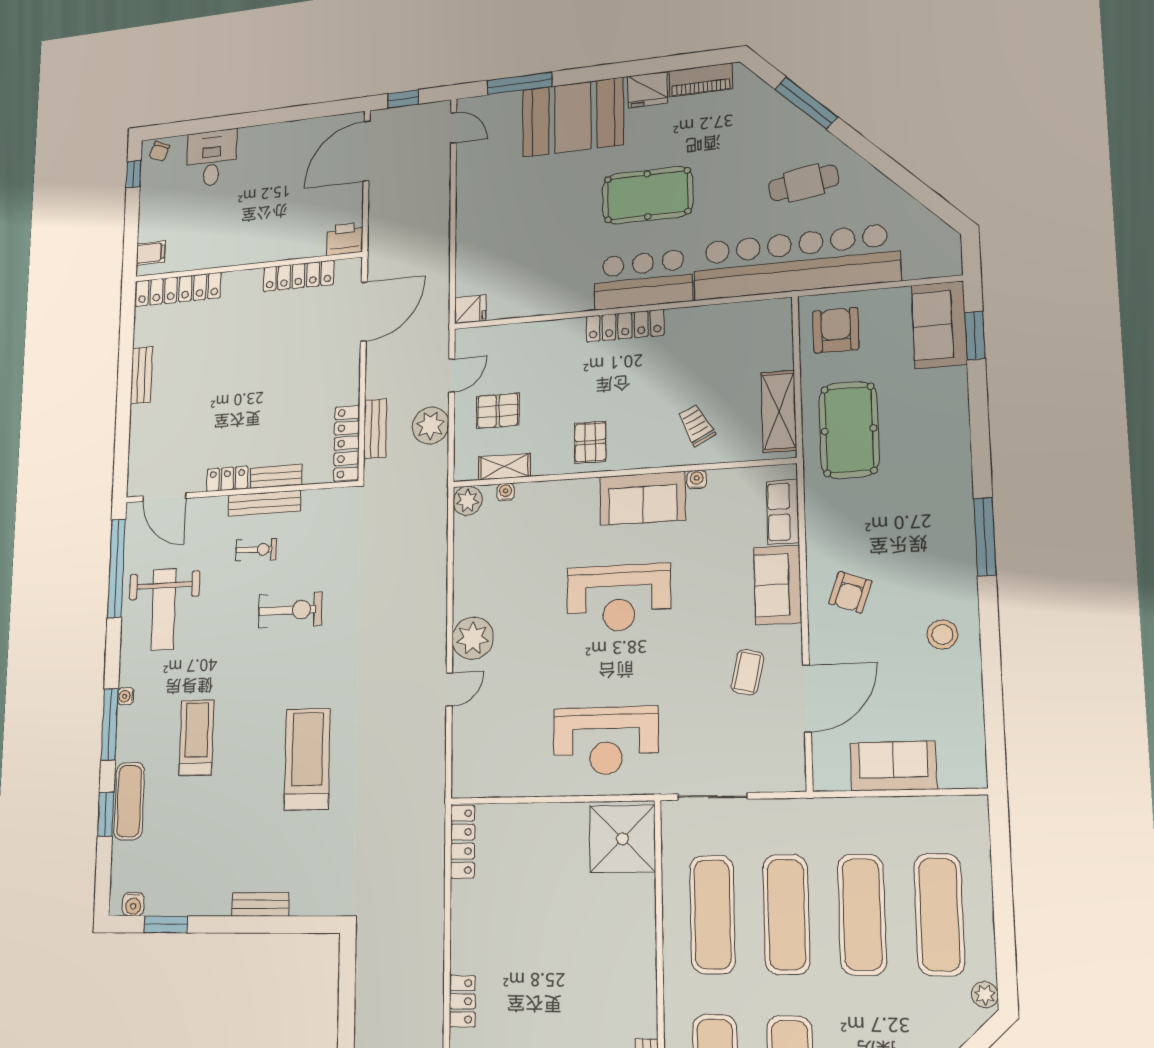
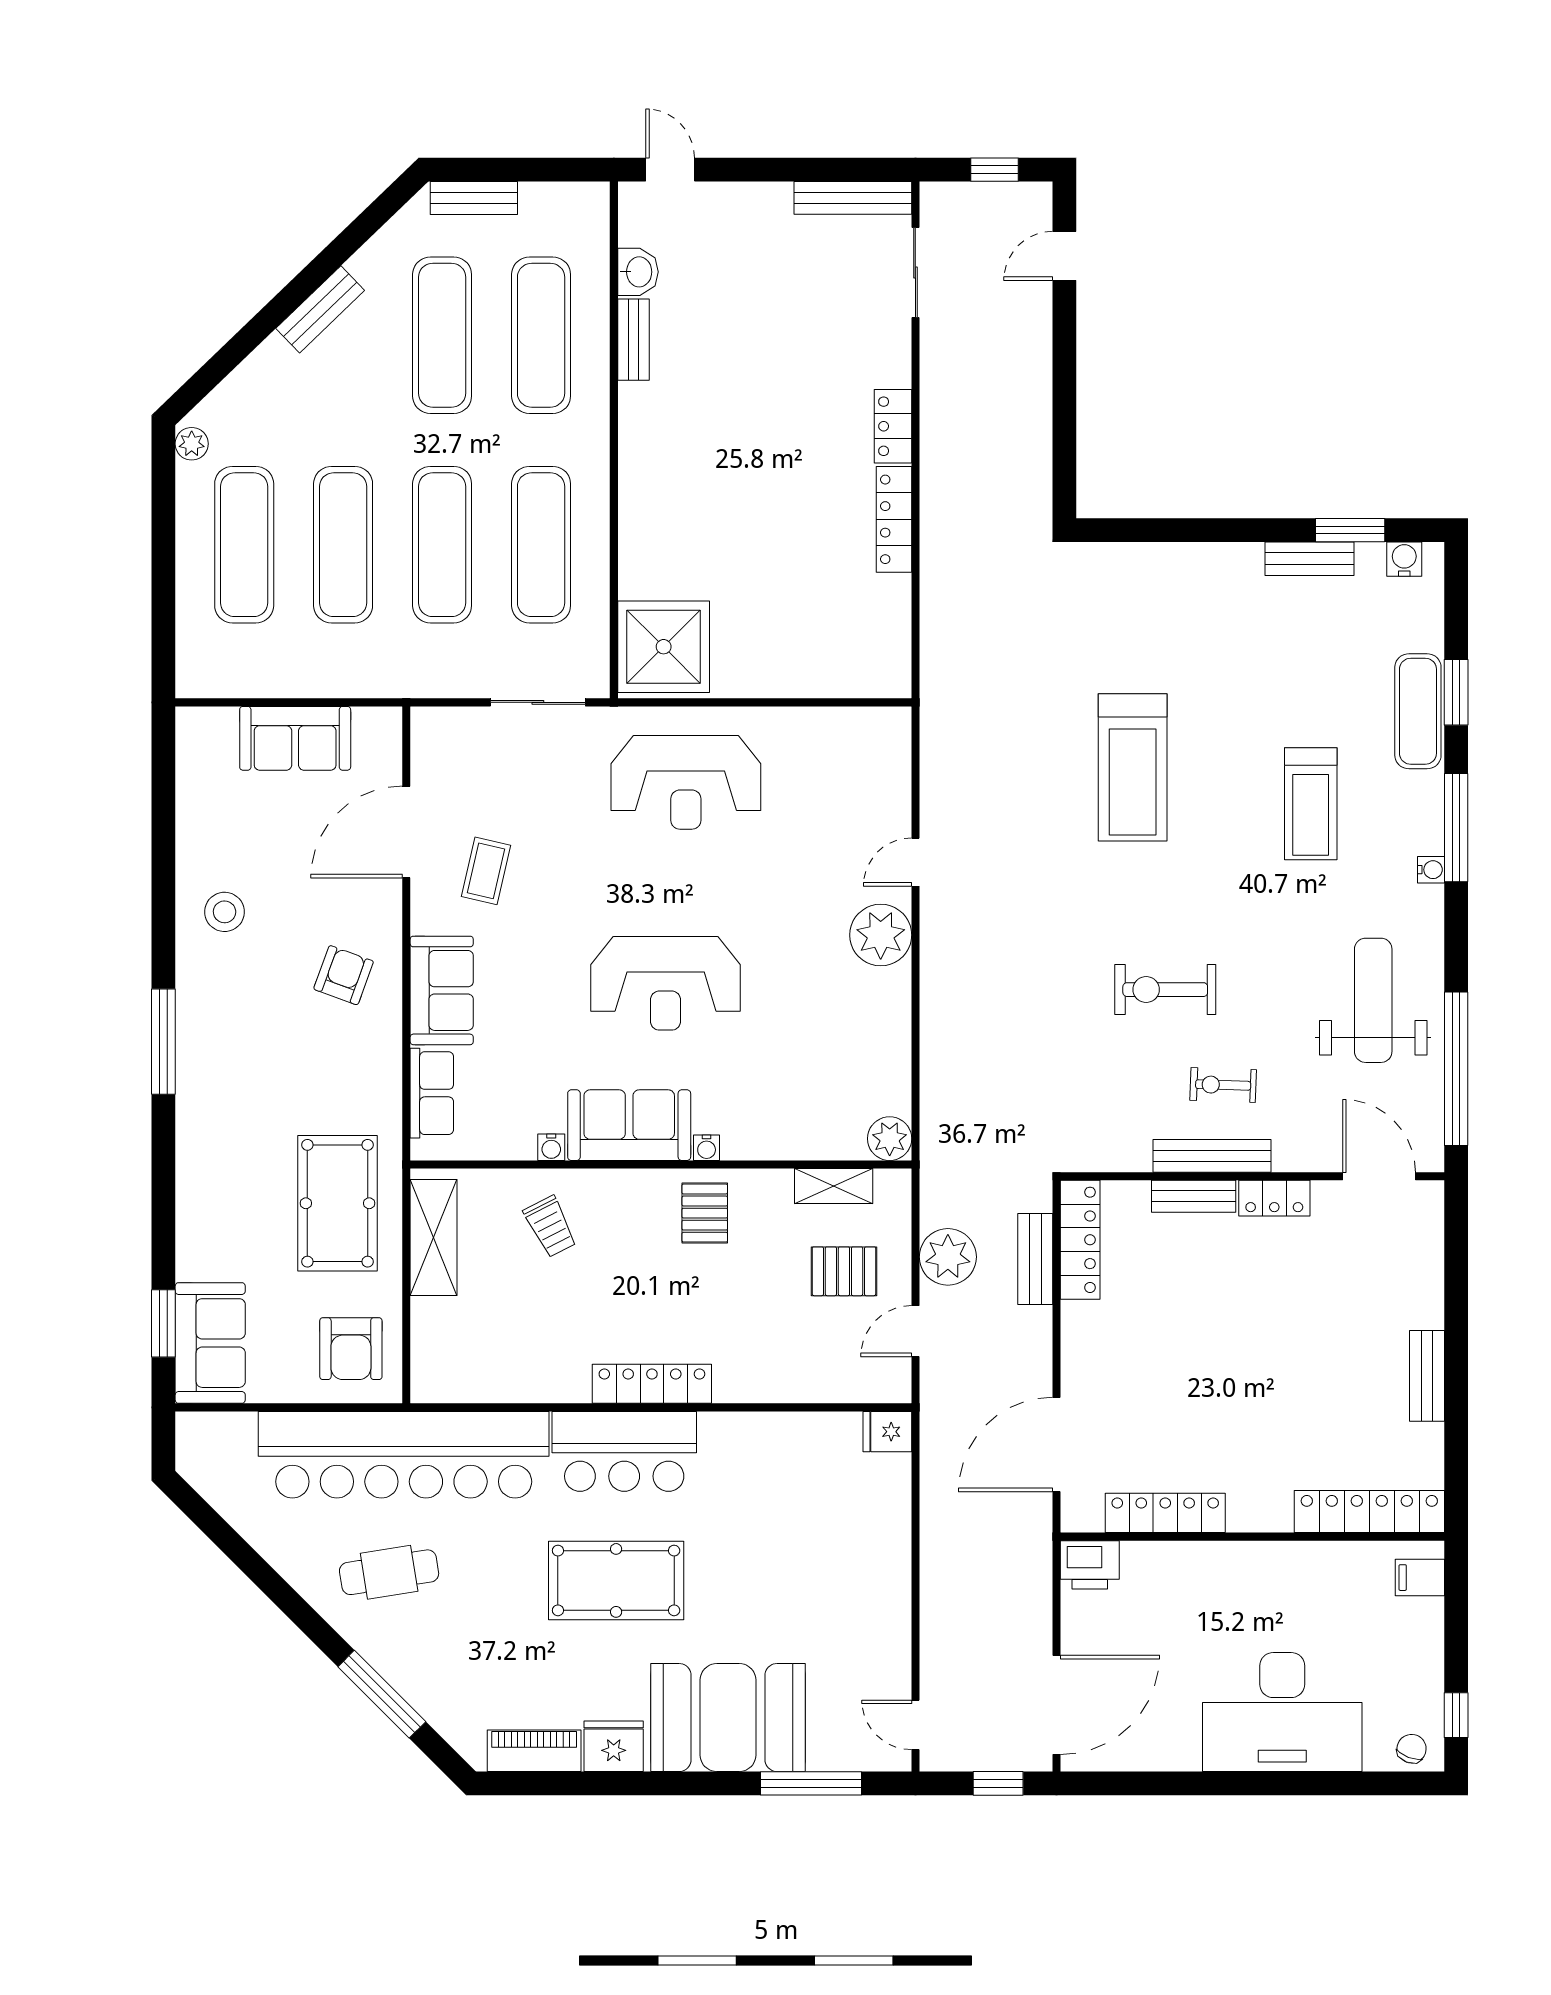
desk: (212, 158) -> (1282, 1712), width x1.87, depth x1.30
water cooler: (506, 492) -> (707, 1148), moved
reception desk: (619, 598) -> (666, 983), turned 180
reception desk: (606, 741) -> (686, 782), turned 180
locker: (463, 842) -> (894, 519), moved
bench: (260, 904) -> (1310, 559), moved

